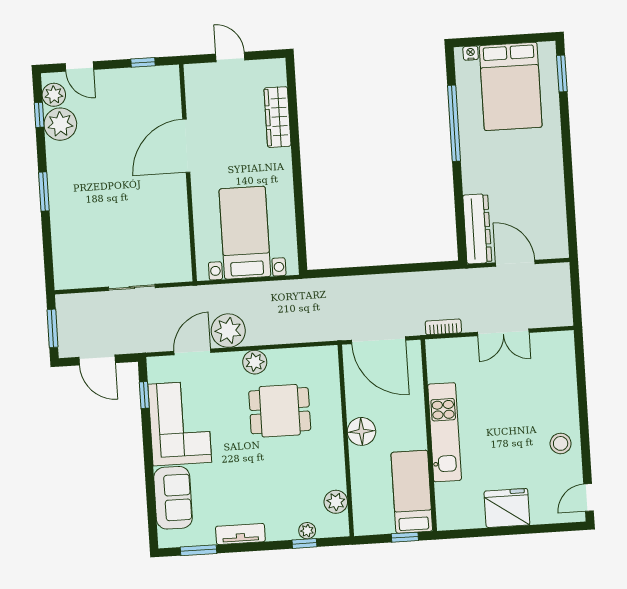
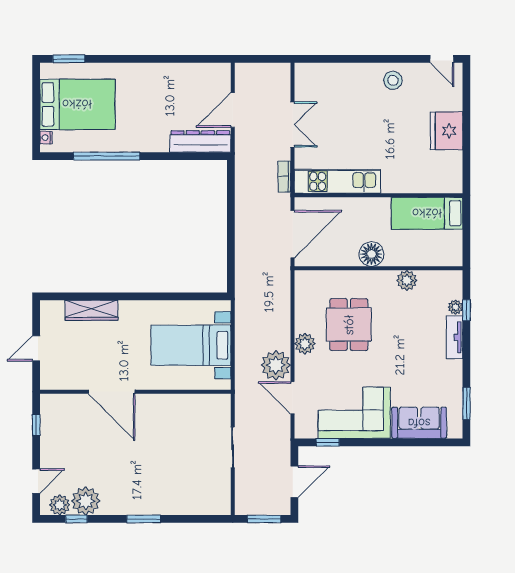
kitchen unit: (445, 432) -> (337, 181), moved
plant: (336, 502) -> (407, 280), moved
tv unit: (240, 534) -> (455, 337), moved
window: (405, 537) -> (466, 222), removed

